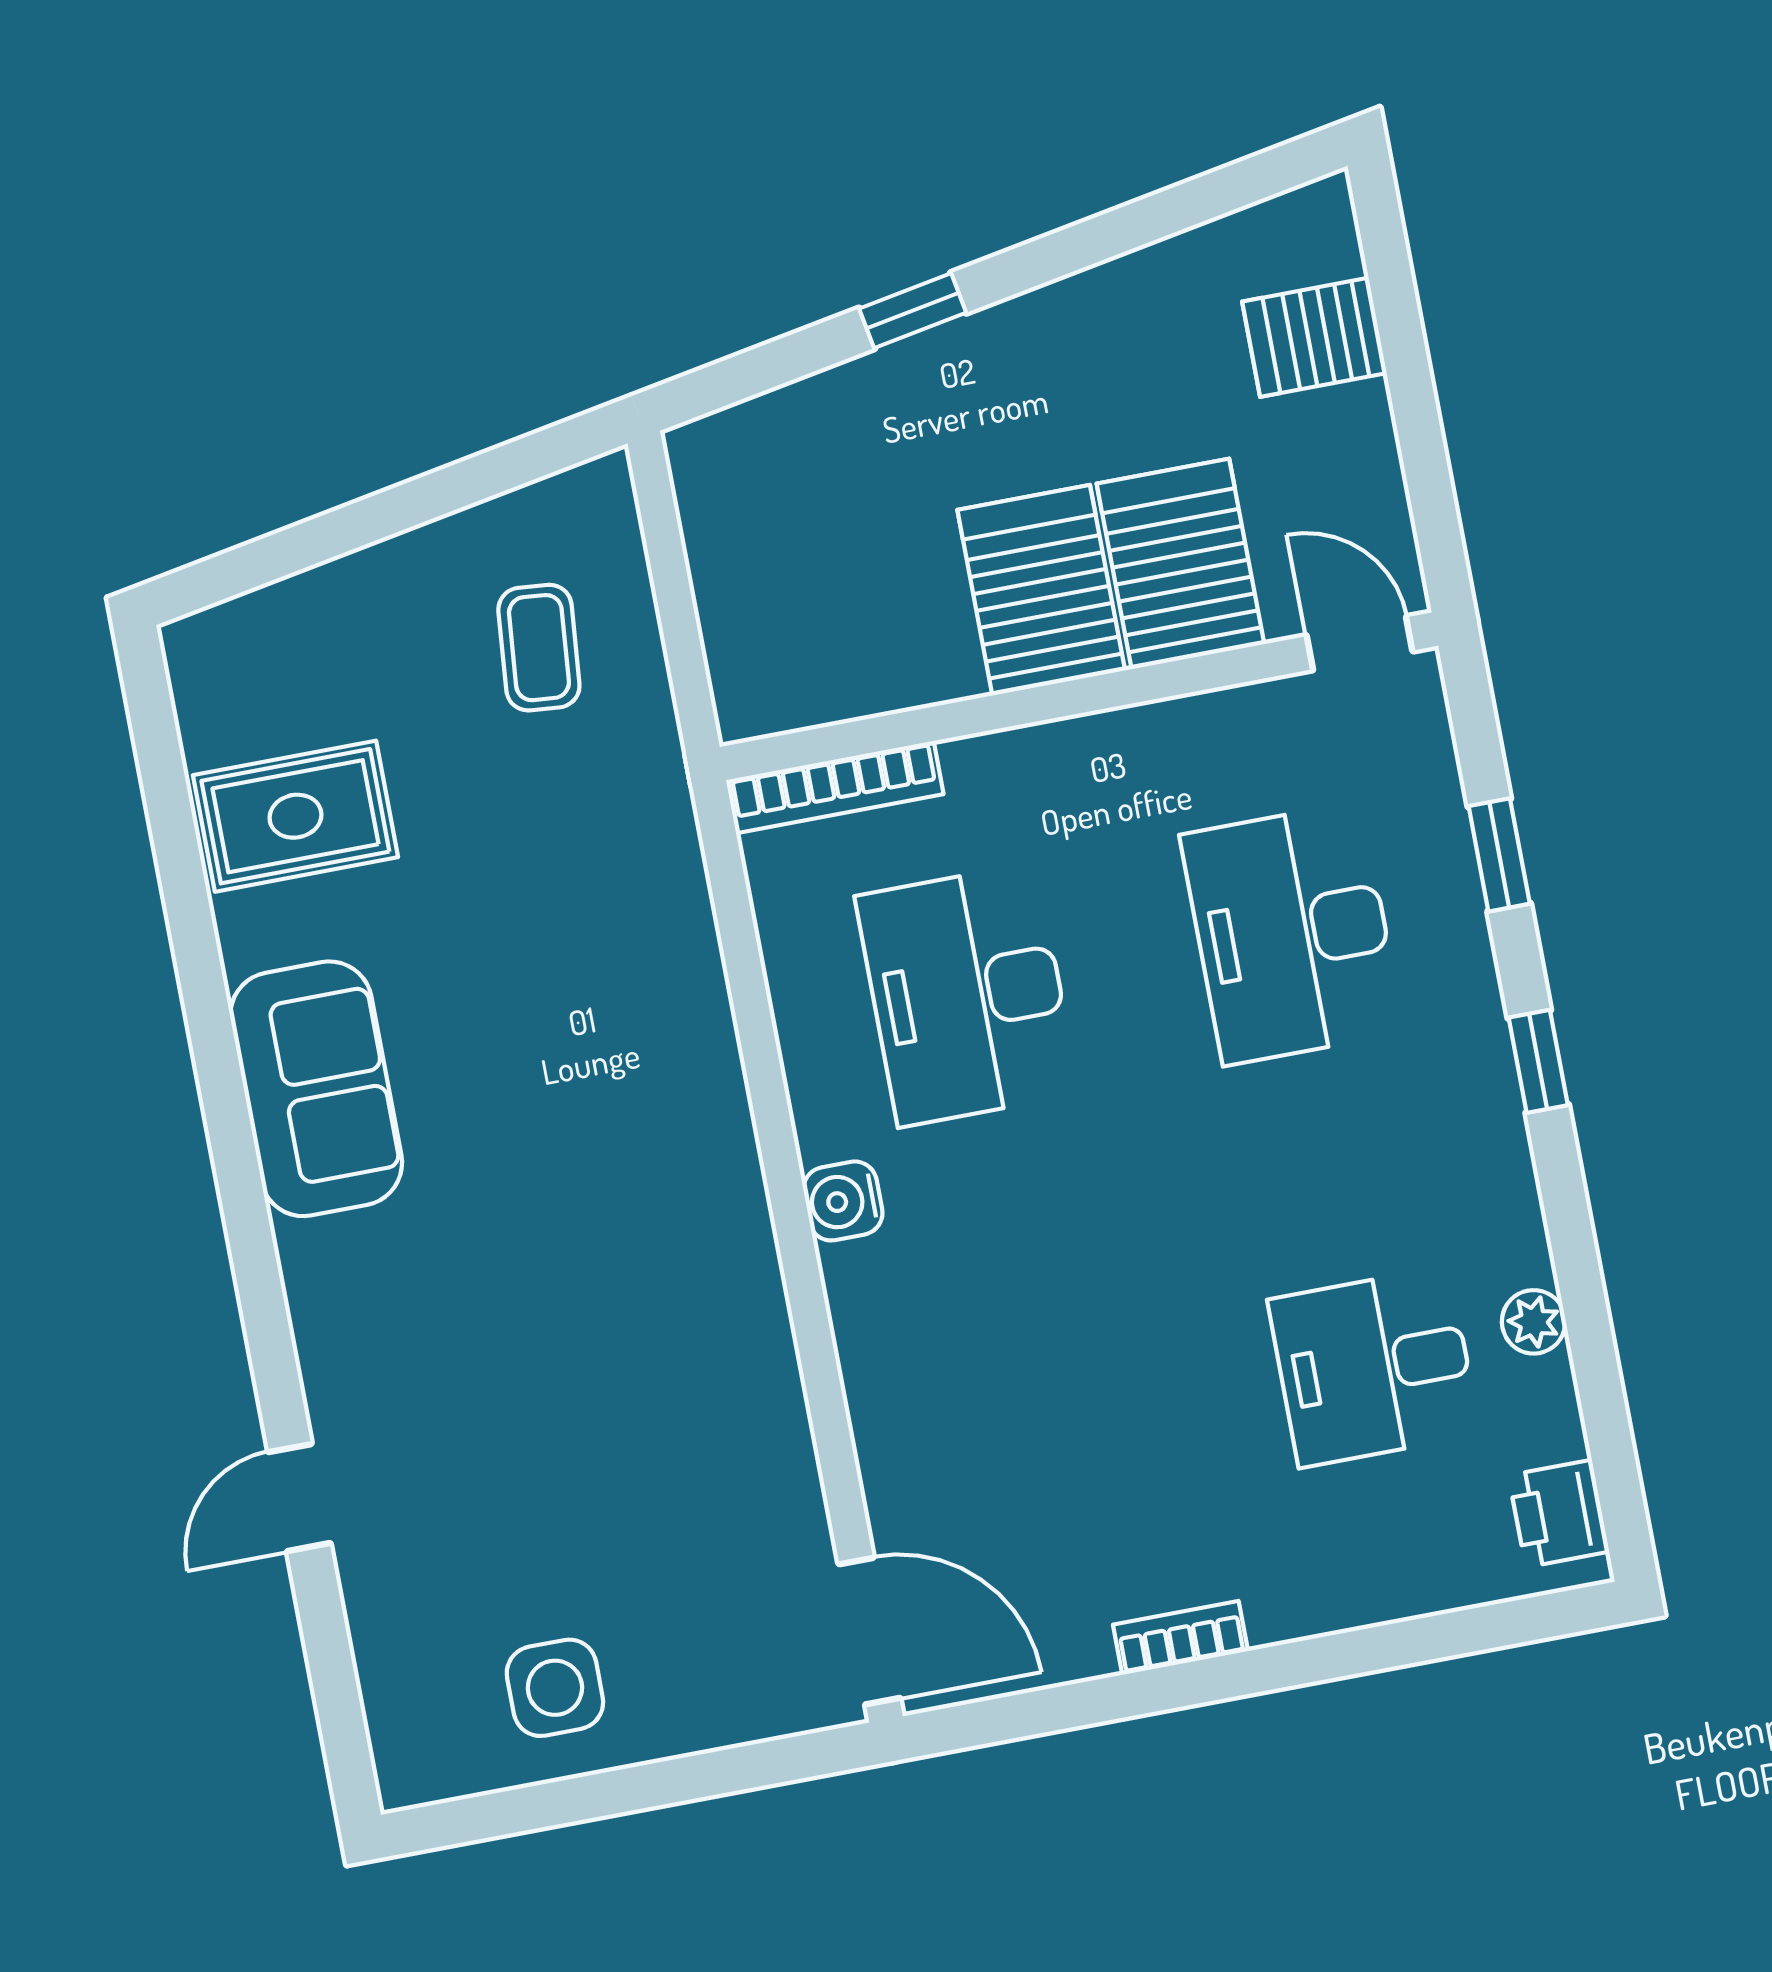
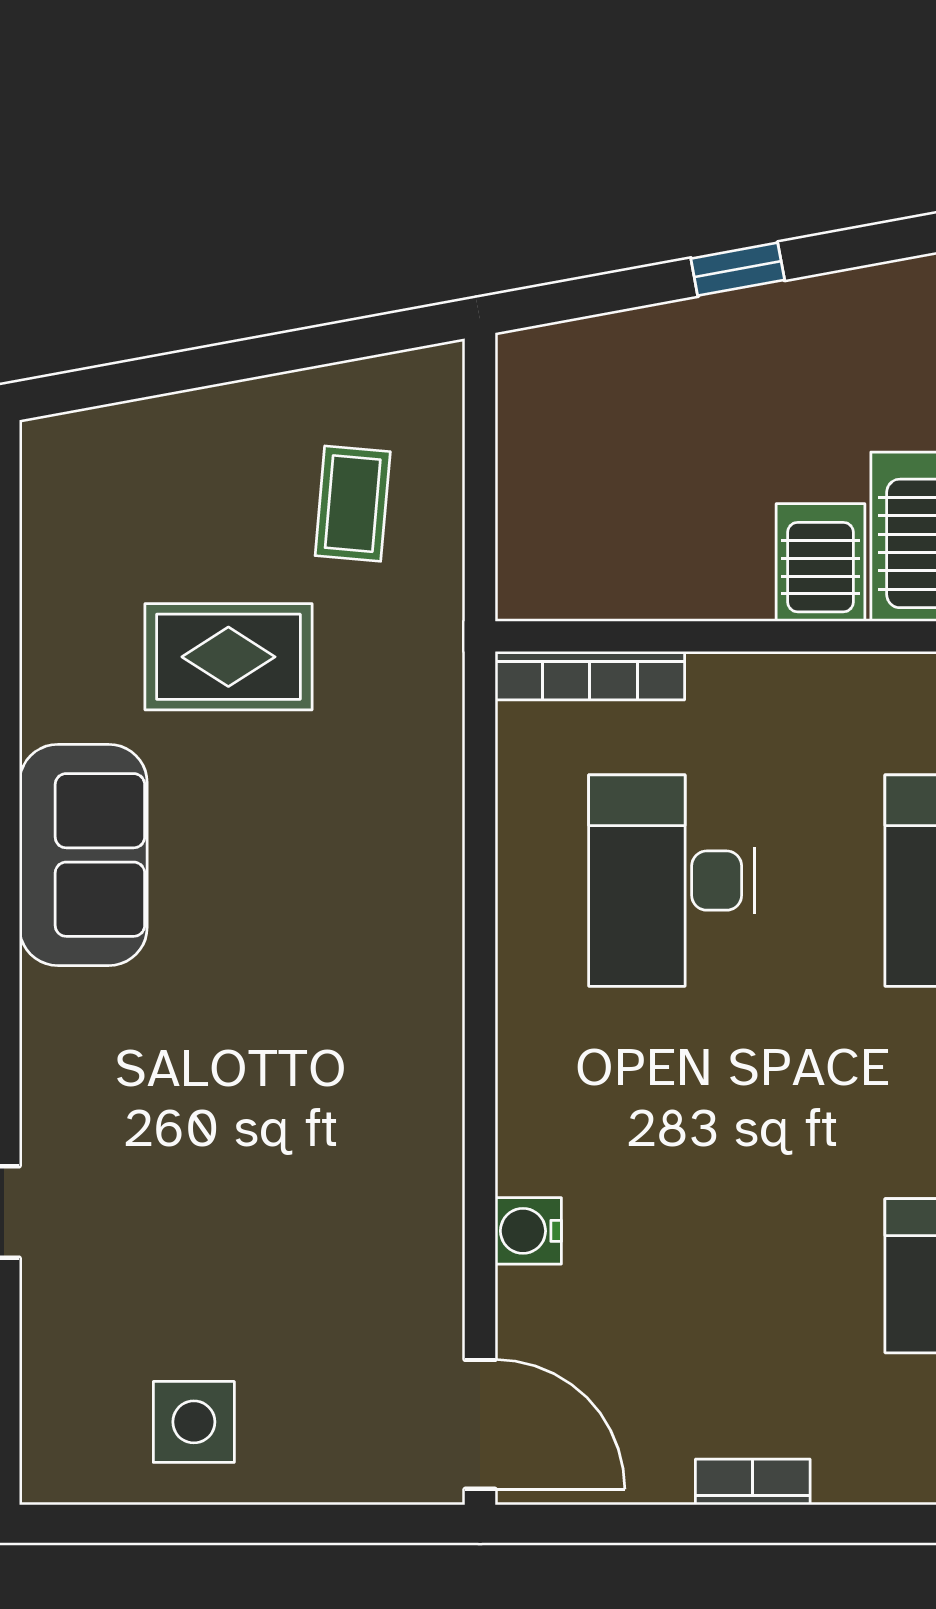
server rack: (1041, 590) -> (820, 562), width x0.73, depth x0.70
rug: (295, 816) -> (228, 657), moved
water cooler: (843, 1201) -> (528, 1231), moved

